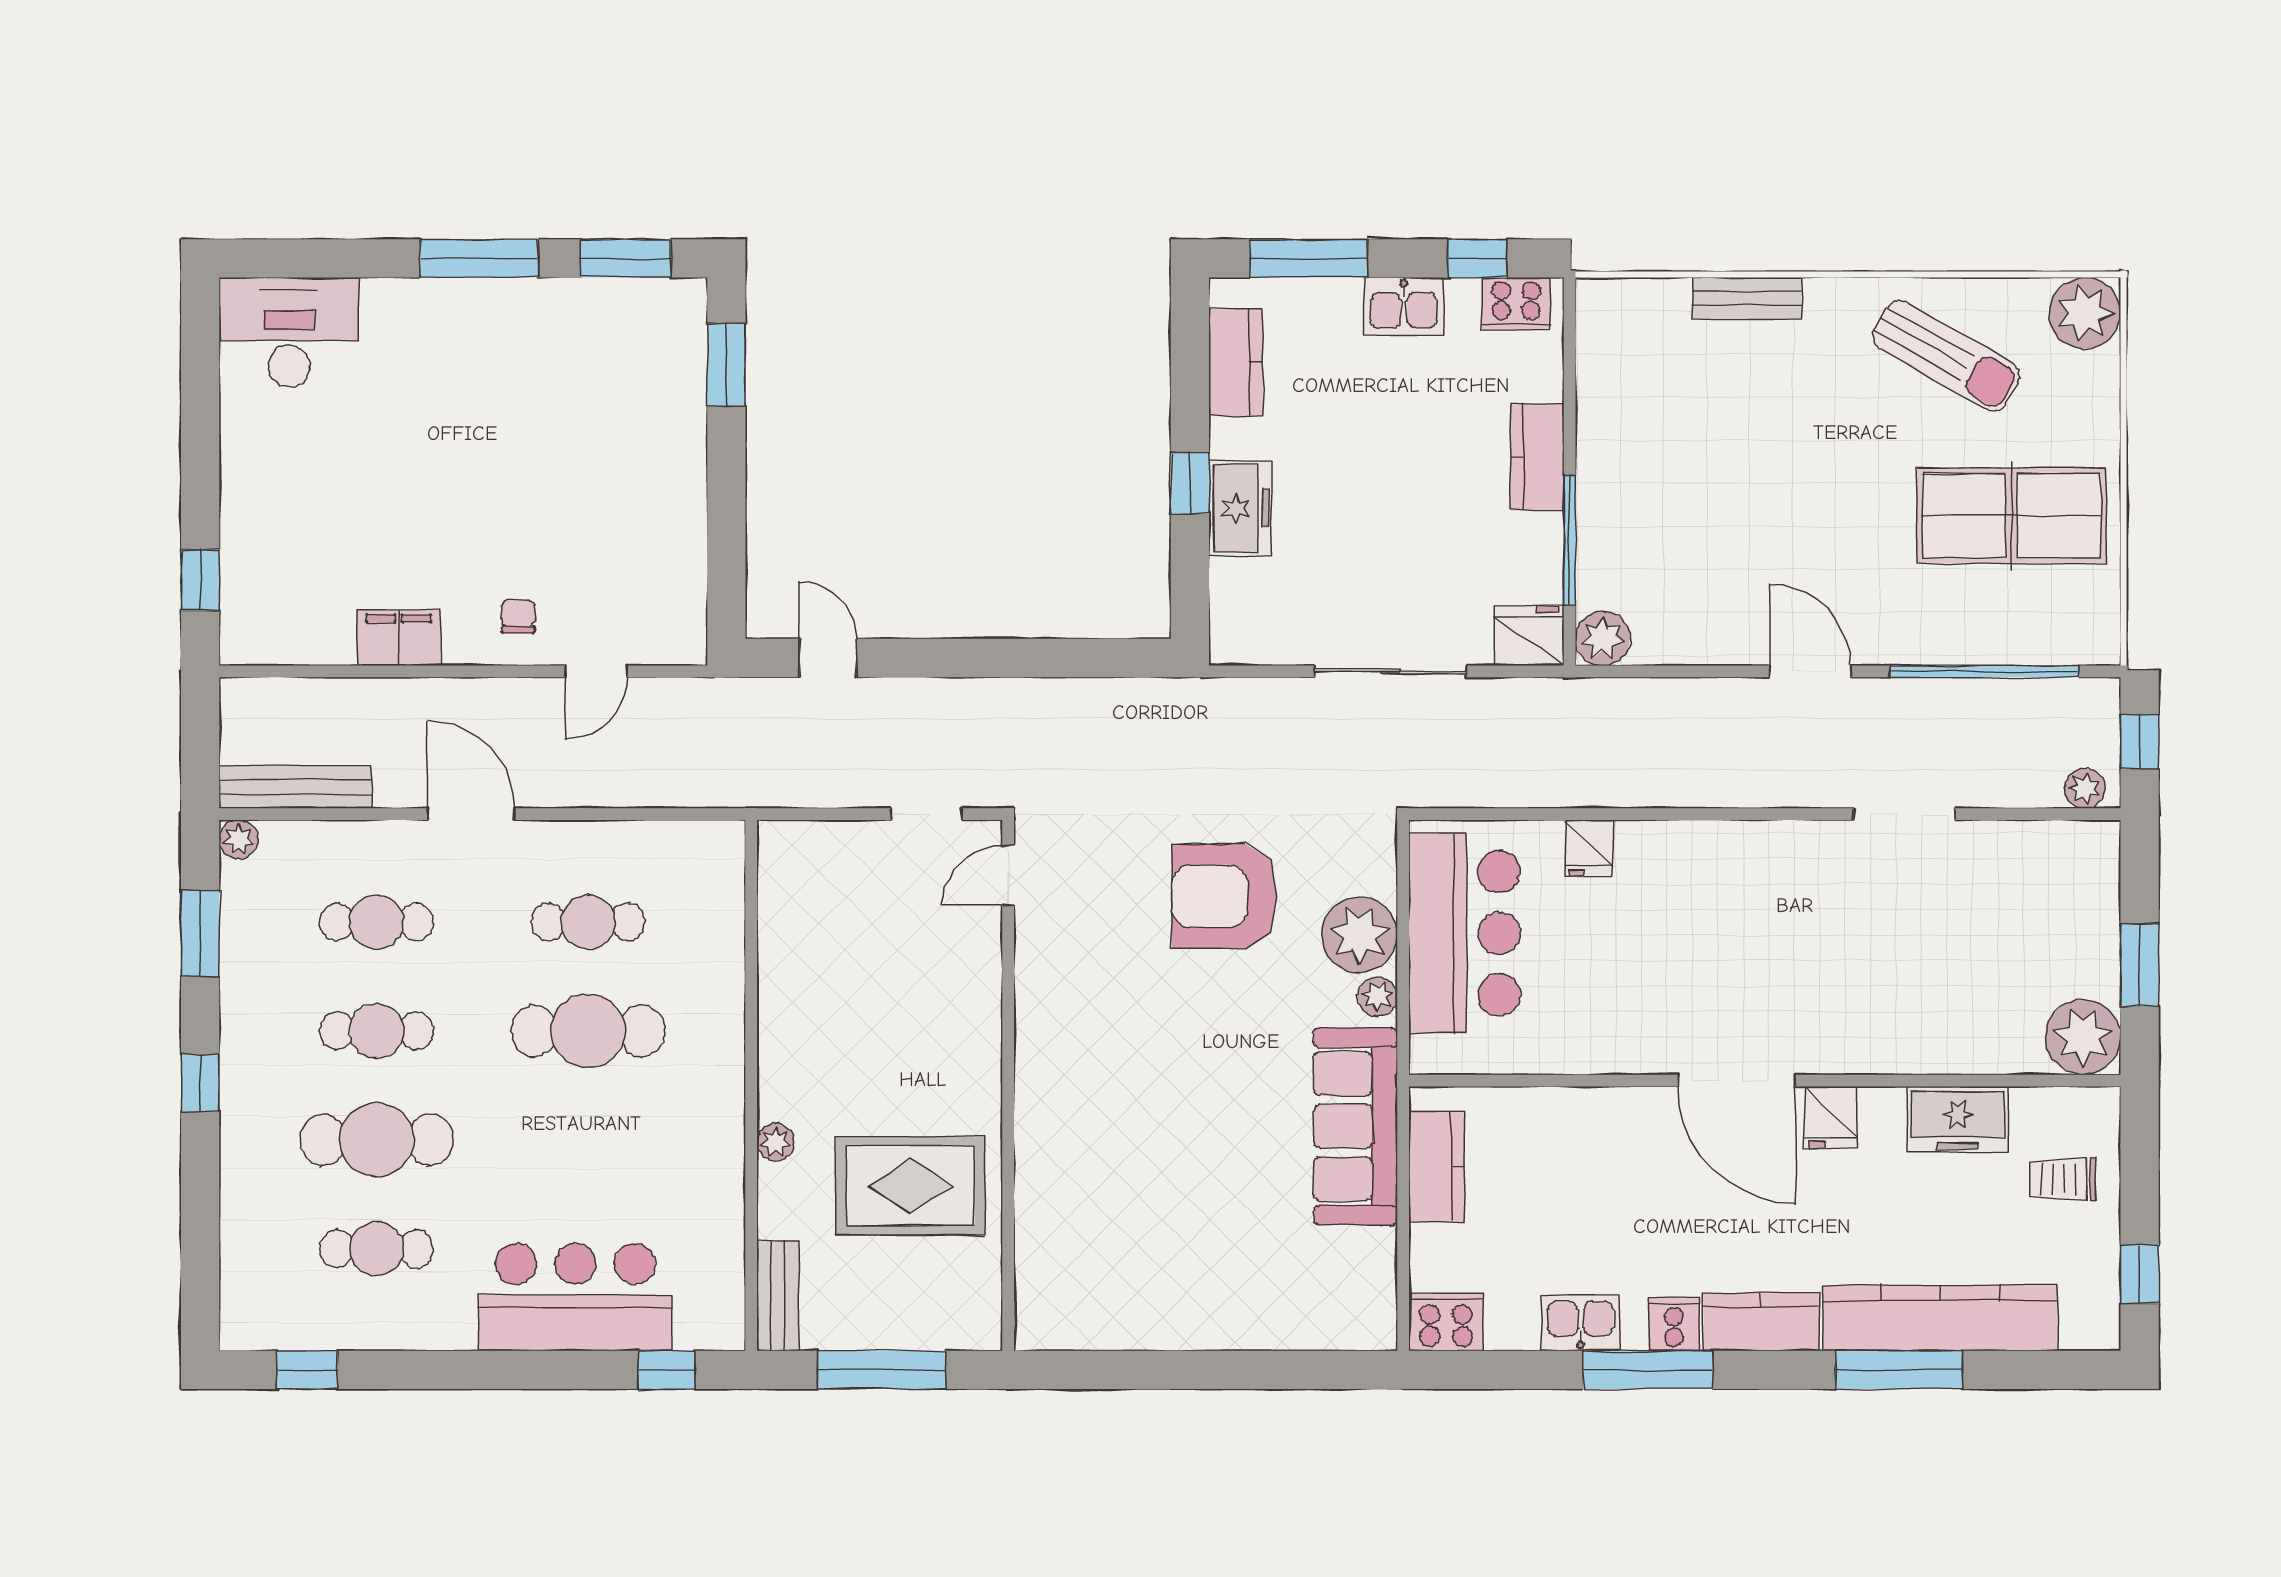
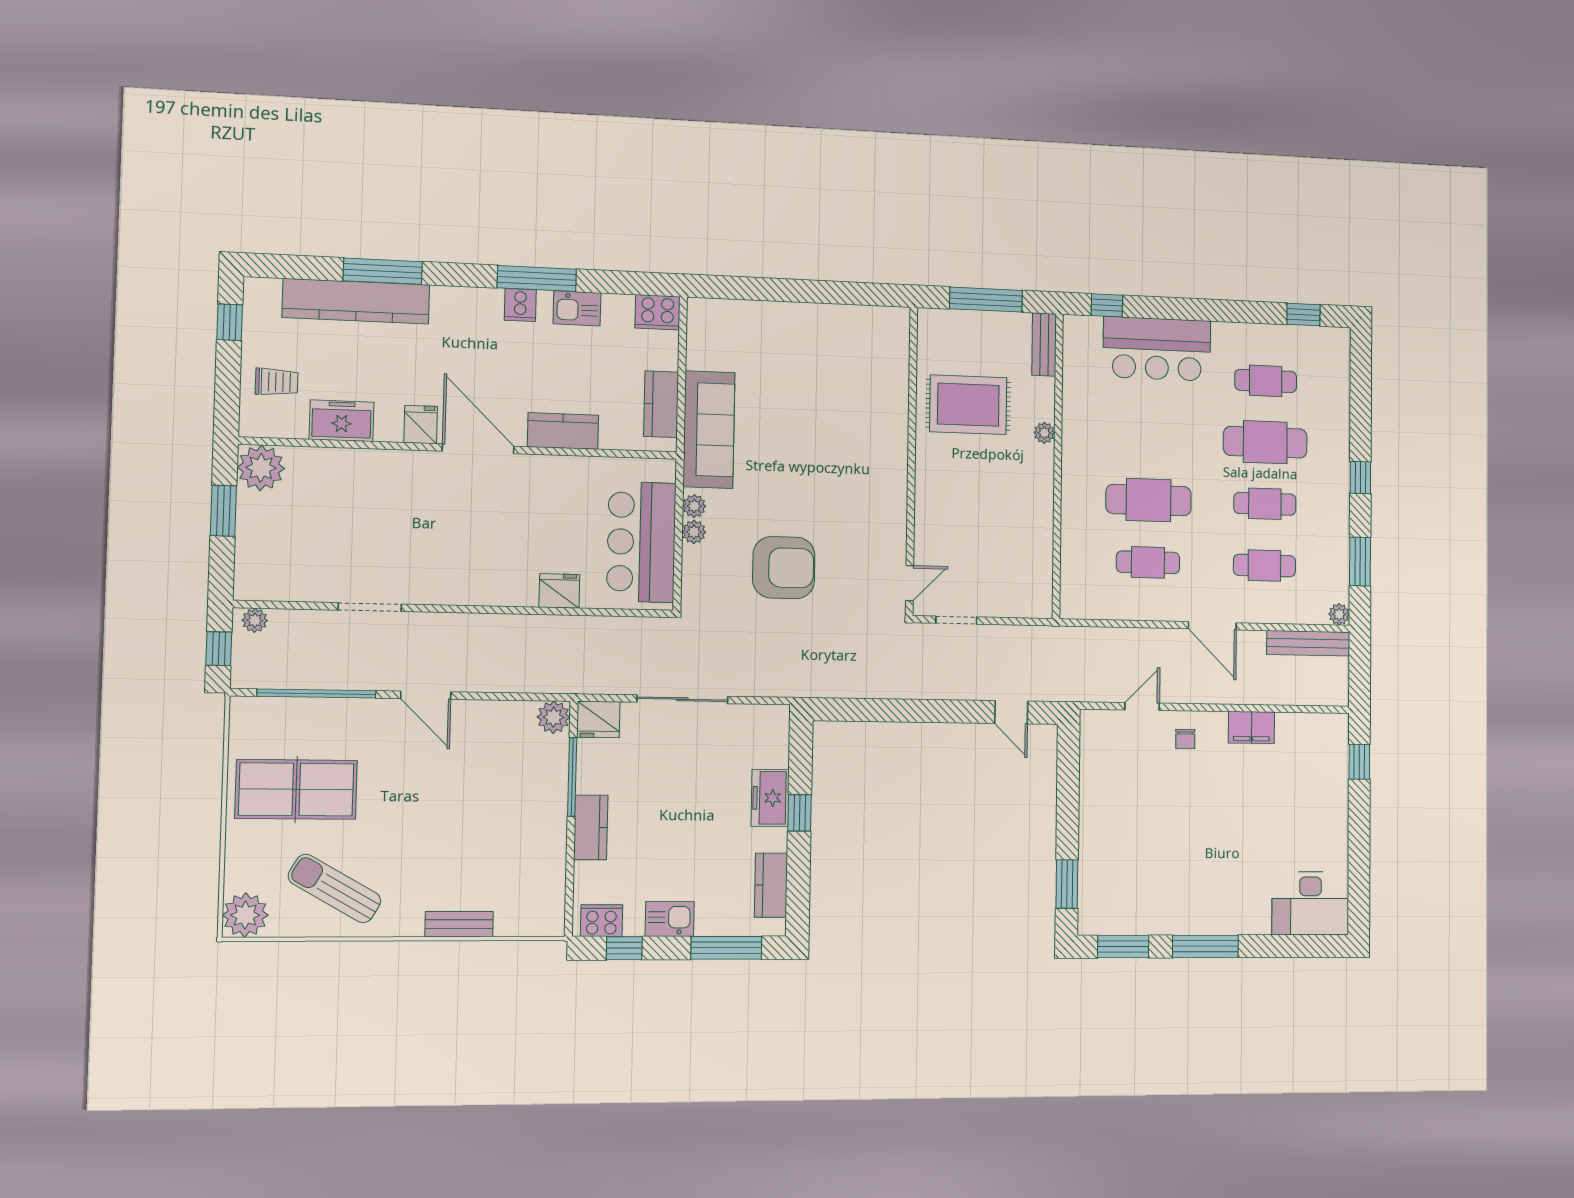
fridge: (1589, 848) -> (559, 591), width x1.38
plant: (1359, 935) -> (694, 532), width x0.53, depth x0.53
kitchen counter: (1761, 1322) -> (563, 431), moved, turned 180

